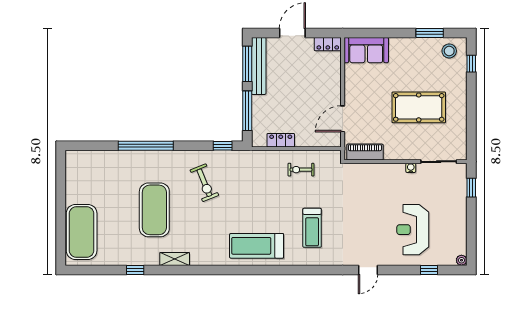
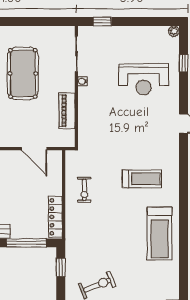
locker: (281, 140) -> (55, 217), width x1.53
piano: (365, 152) -> (67, 111), moved

